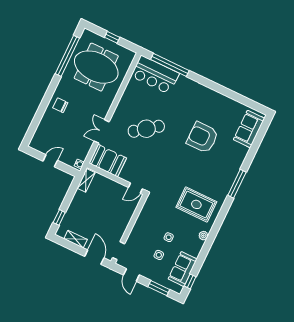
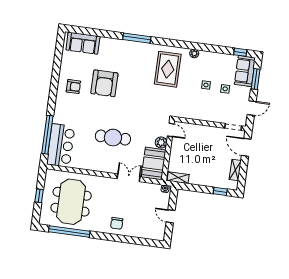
armchair: (209, 106) -> (73, 87), added
cafe table: (146, 129) -> (113, 138), turned -53
double door: (102, 131) -> (129, 178), swing flipped
plant: (126, 175) -> (161, 142), added
door: (94, 257) -> (246, 147), hinge flipped
sofa: (183, 269) -> (245, 71), moved, turned 90

